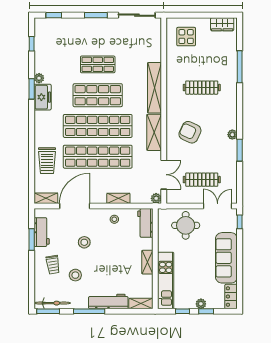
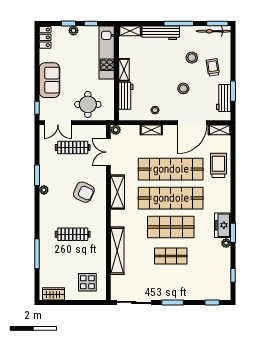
shelving: (154, 88) -> (117, 251), moved
workbench: (145, 223) -> (126, 96), moved
sofa: (226, 258) -> (49, 80), width x0.73

